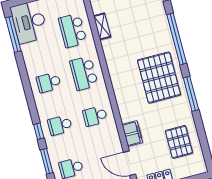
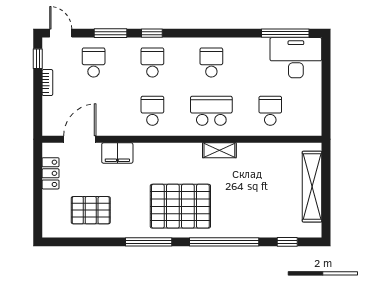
shelving: (102, 26) -> (219, 150), moved
school desk: (73, 30) -> (270, 111), width x0.54

